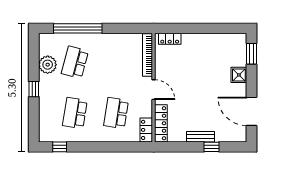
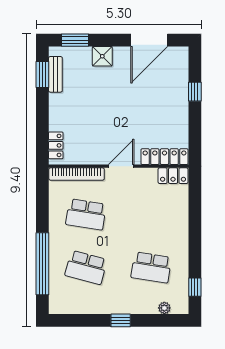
window: (225, 28) -> (42, 74), added
plant: (48, 65) -> (164, 308), moved, width x0.53, depth x0.53
school desk: (116, 113) -> (86, 214), moved
bench: (201, 137) -> (55, 74), moved

